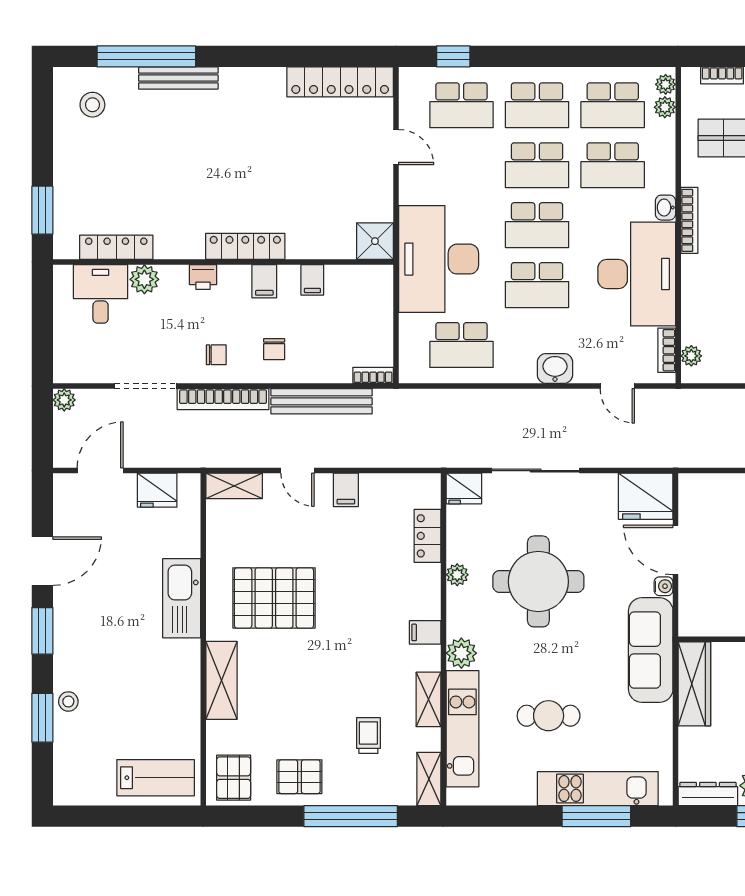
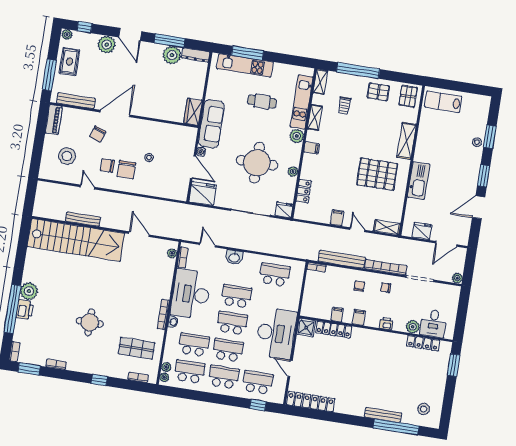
locker: (245, 246) -> (334, 329), moved
desk: (439, 259) -> (276, 333), moved
wardrobe: (694, 684) -> (193, 112), width x0.67

